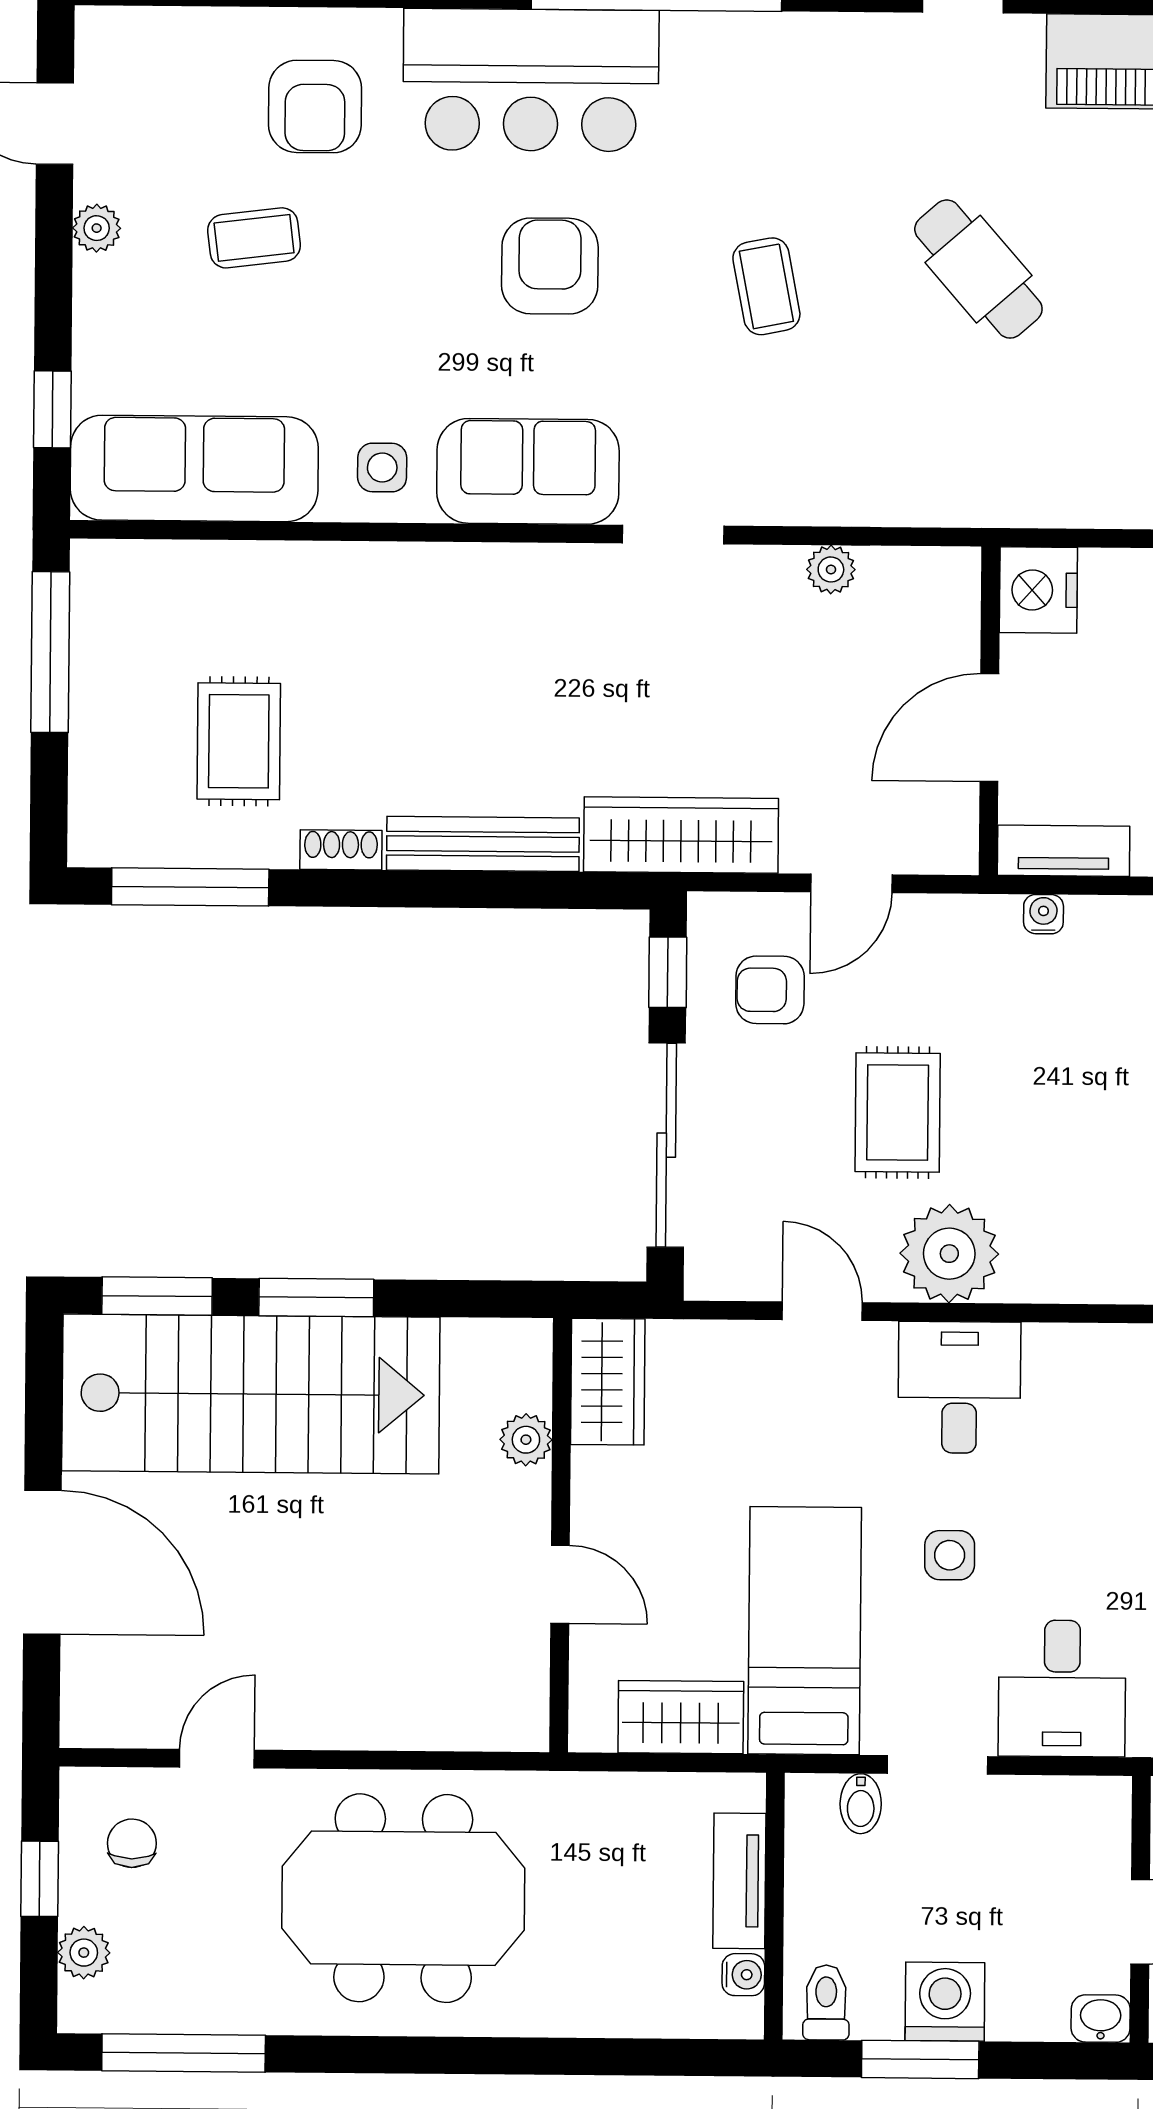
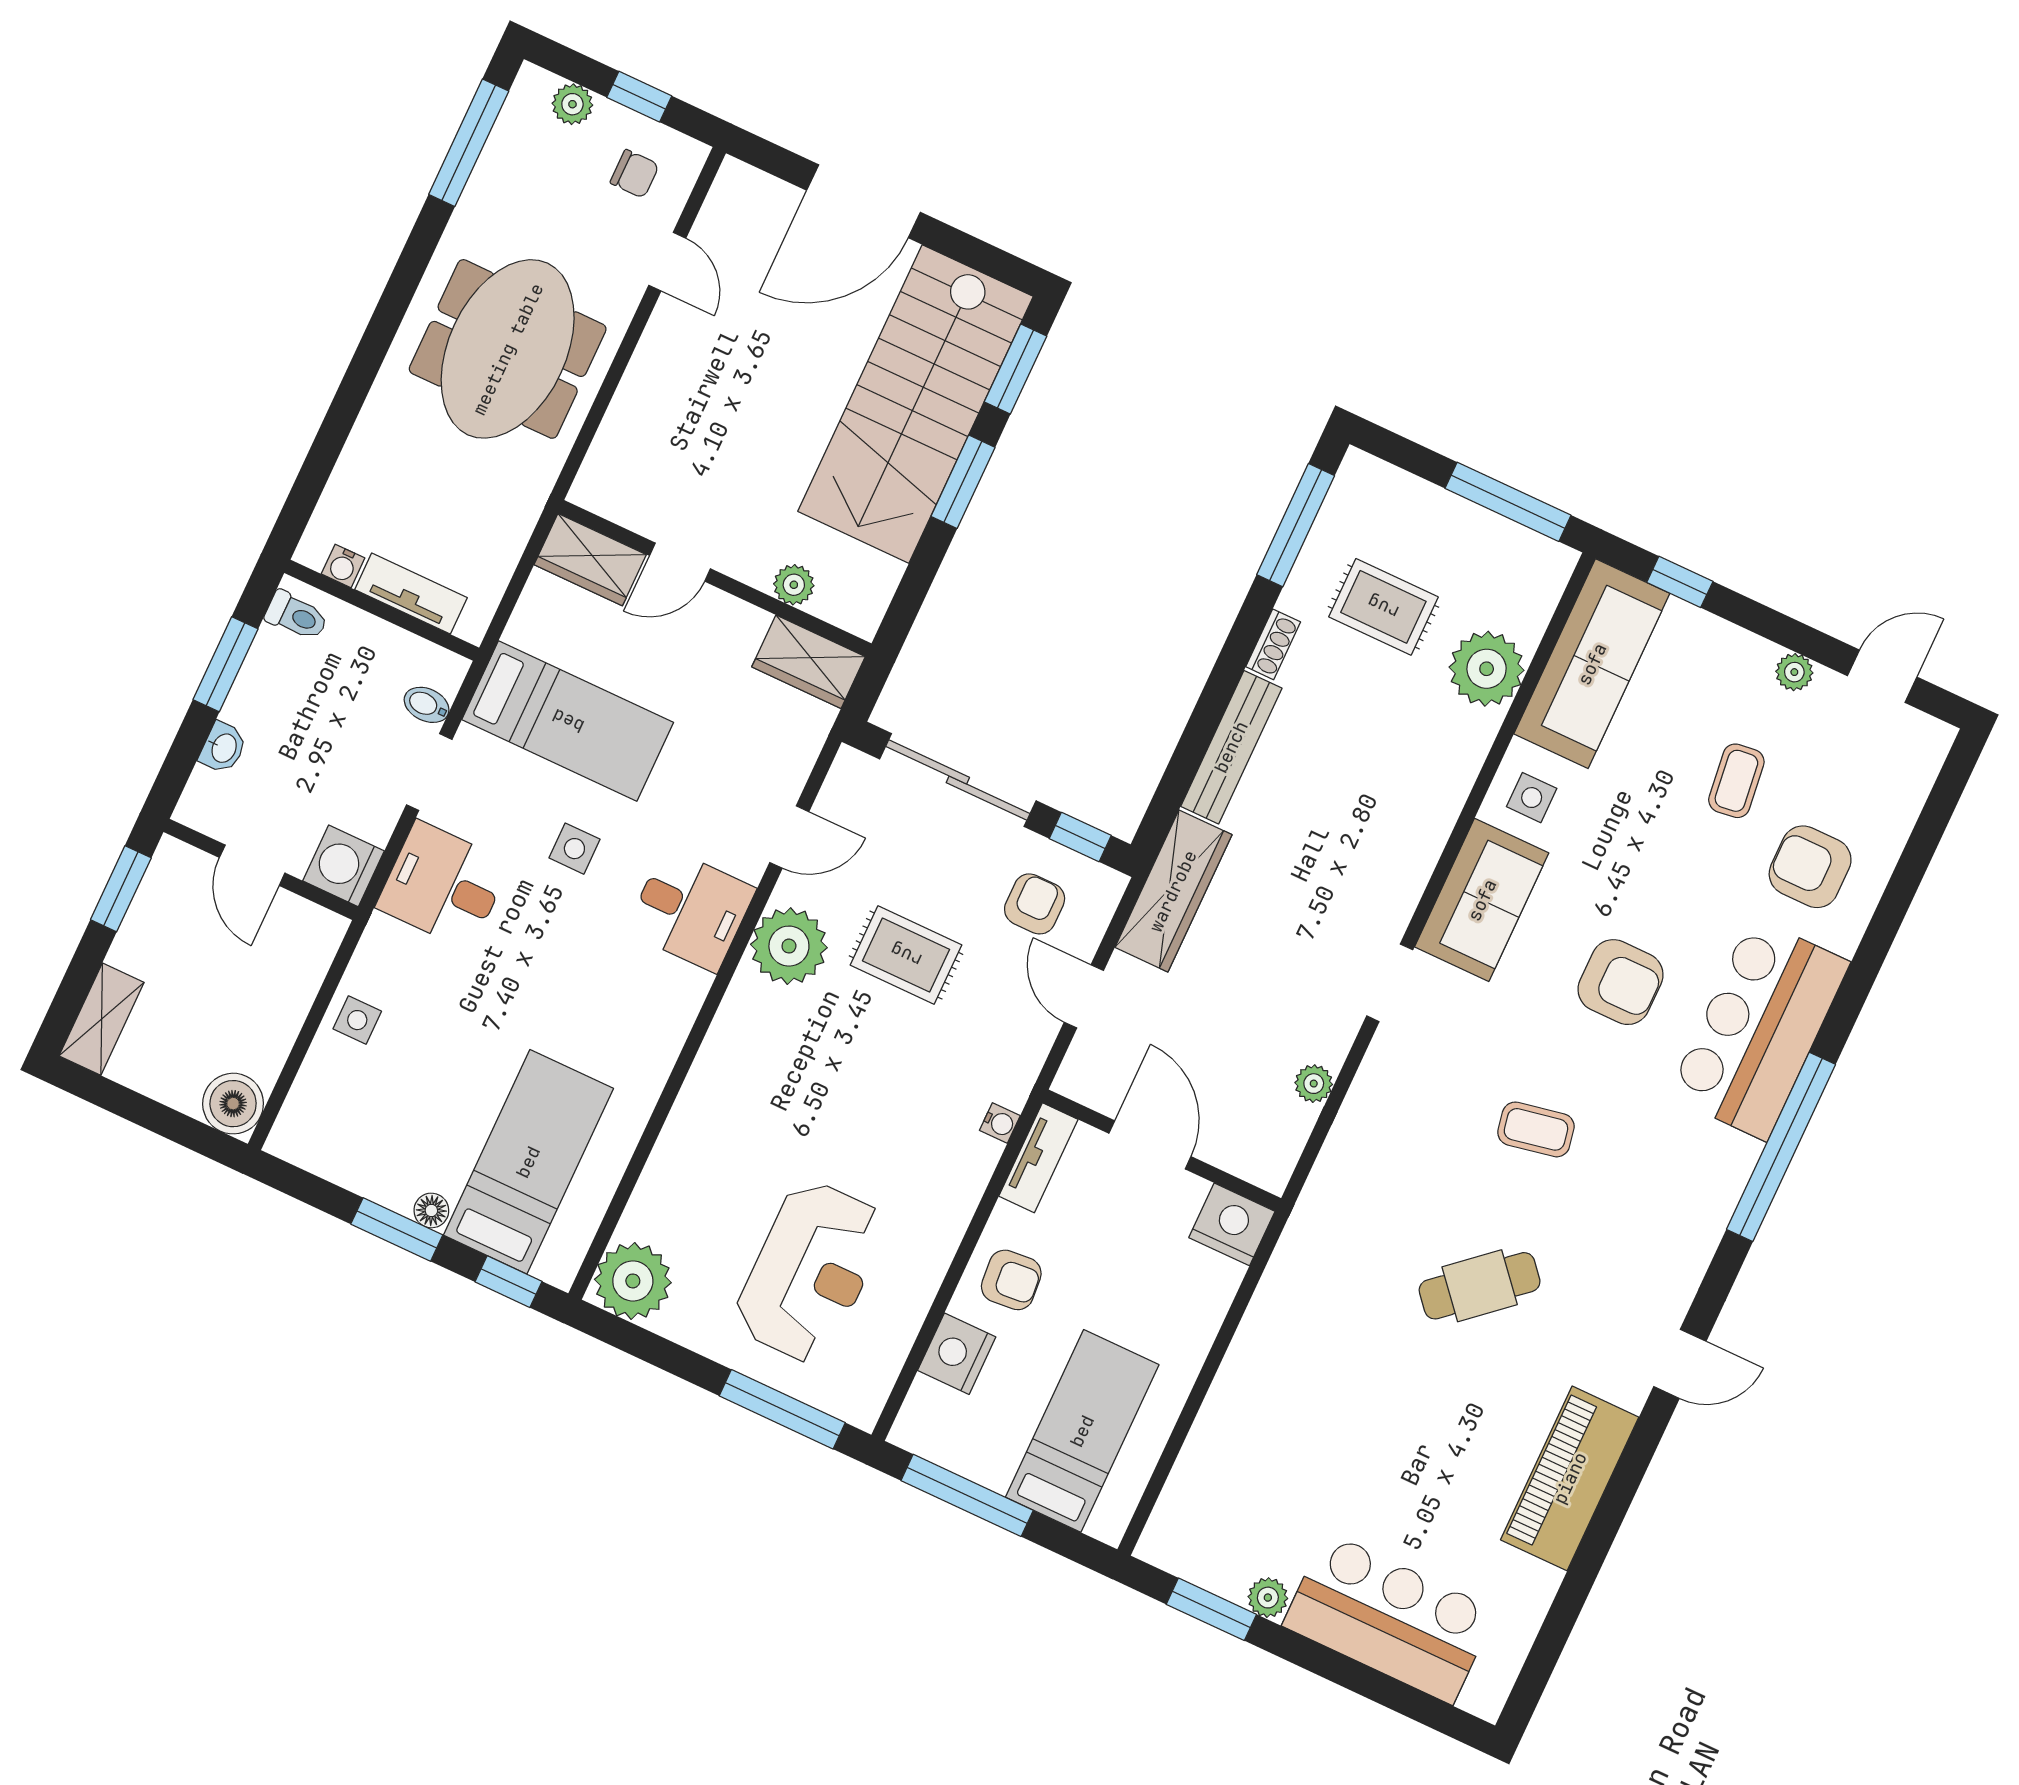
plant: (256, 588) -> (1487, 669), added
wardrobe: (681, 1717) -> (590, 560), moved, turned 90
washing machine: (945, 2002) -> (343, 866), moved, turned 180
washbasin: (1101, 2019) -> (223, 748), moved

